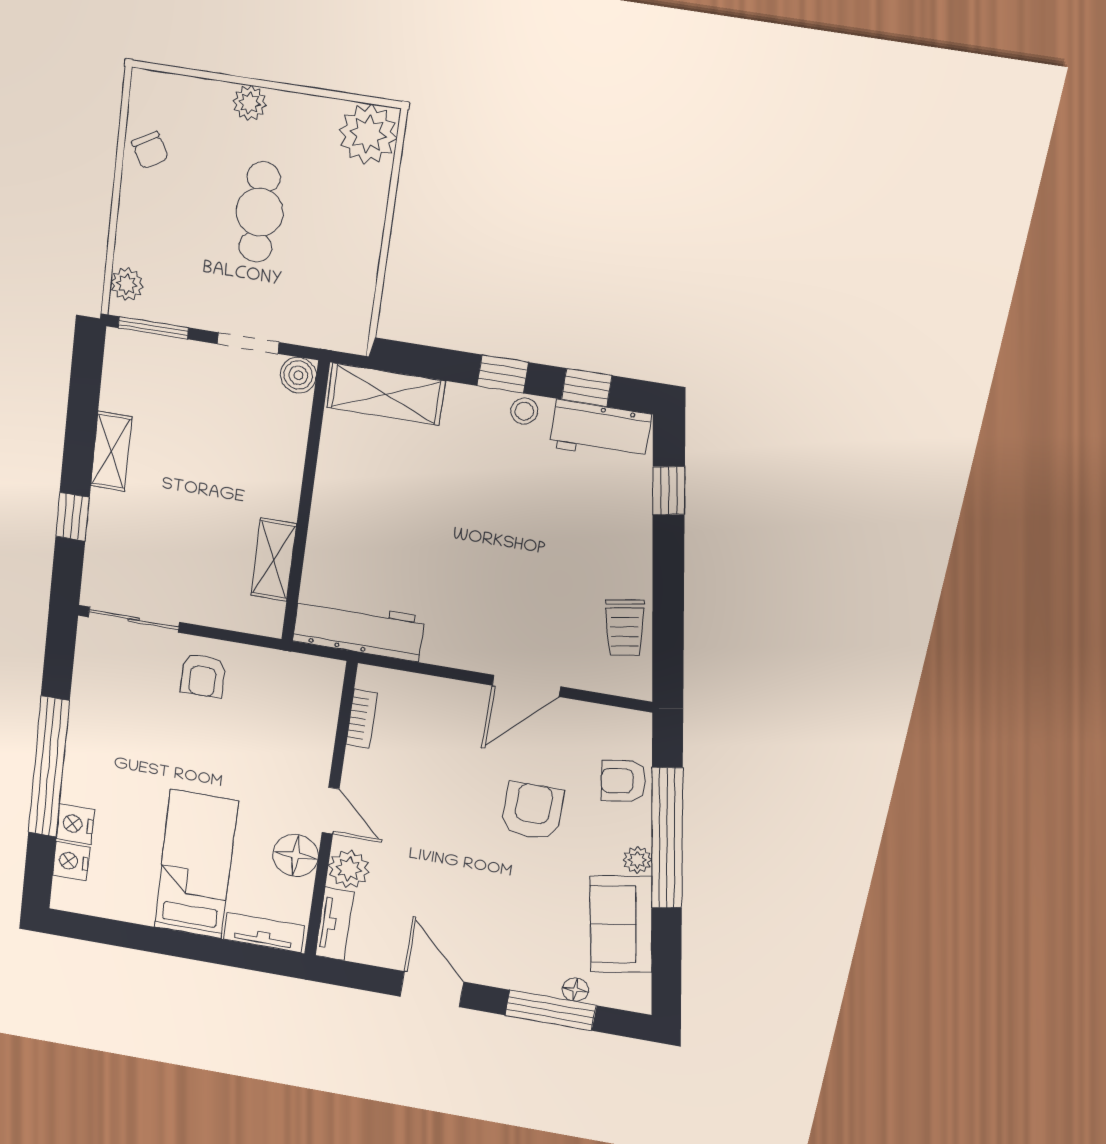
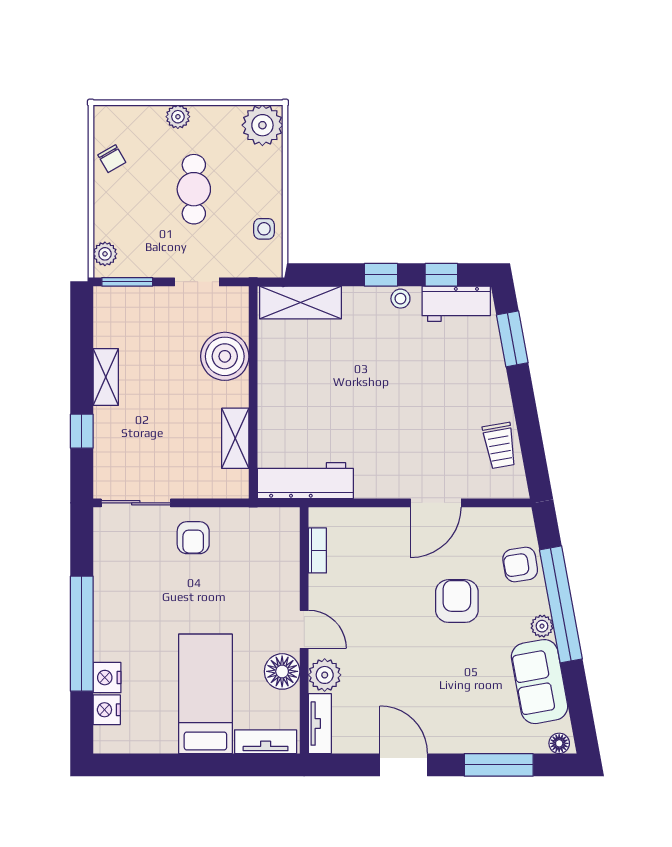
side table: (350, 284) -> (264, 229), added
boiler: (298, 375) -> (225, 356), moved, width x1.86, depth x1.86
window: (669, 491) -> (512, 339), width x1.50
floor lamp: (575, 990) -> (559, 743), moved

